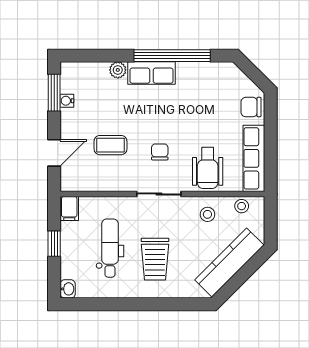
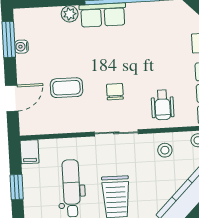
wheelchair: (208, 168) -> (163, 105), width x0.73, depth x0.73

